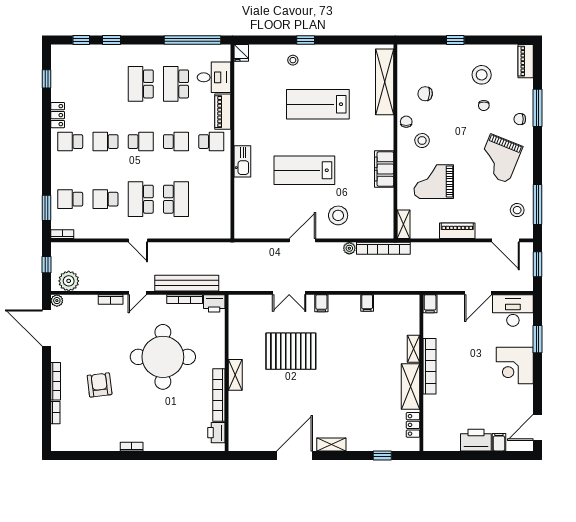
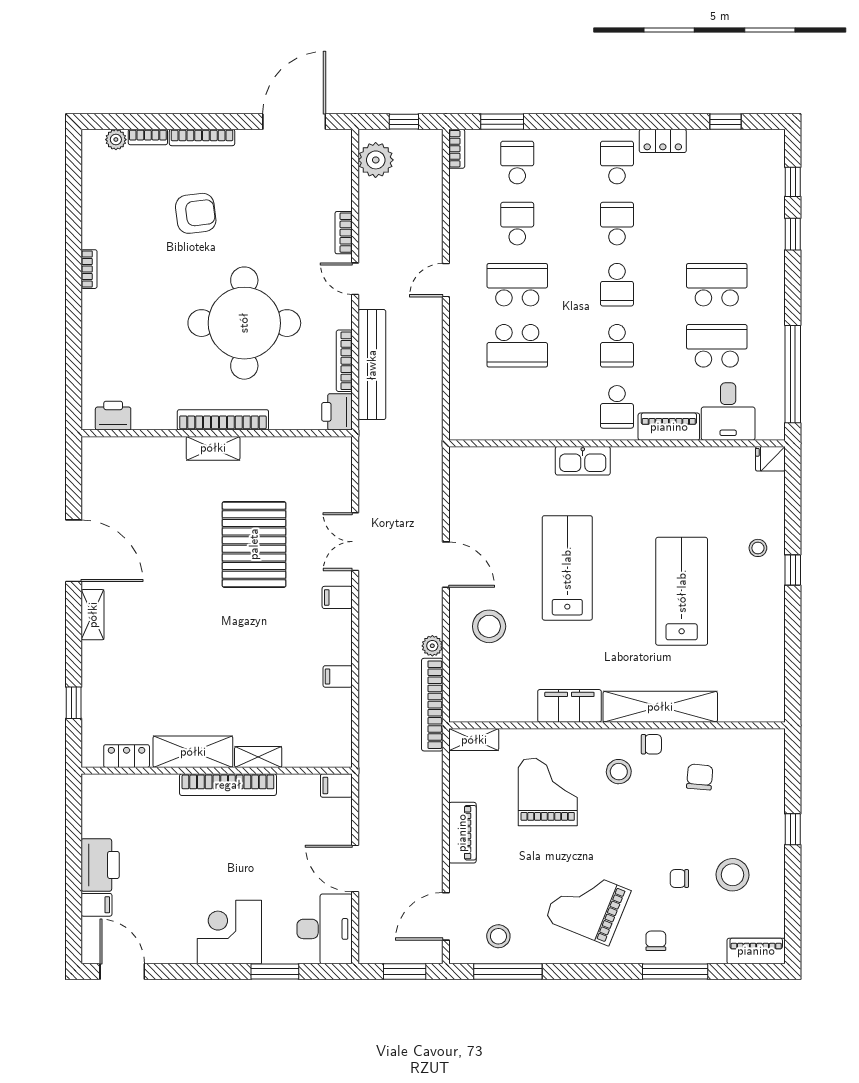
shelving: (385, 82) -> (660, 707), moved
plant: (57, 301) -> (116, 140), moved
bookcase: (219, 395) -> (223, 420), moved

